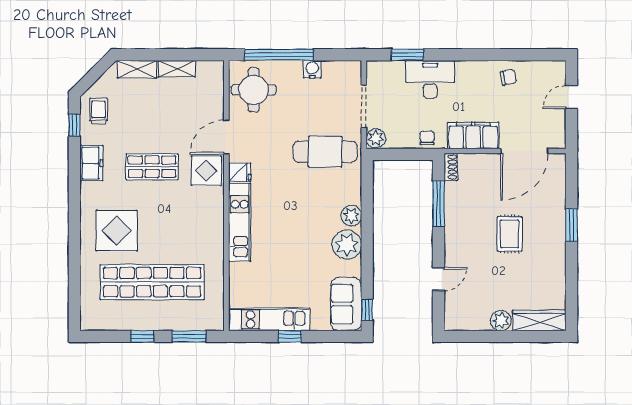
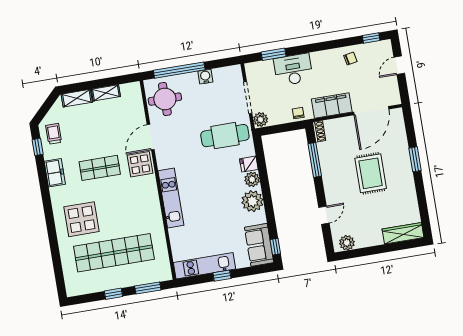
window: (540, 55) -> (371, 38), added
fridge: (240, 172) -> (249, 164), moved, turned 180
rug: (510, 234) -> (371, 173), width x1.36, depth x1.43
plant: (501, 321) -> (347, 243), moved

